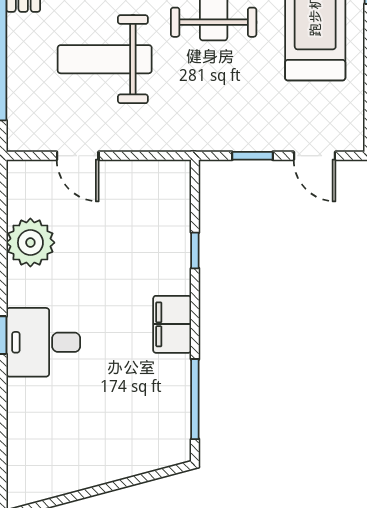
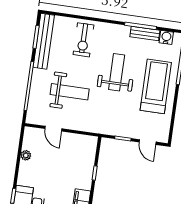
weight bench: (105, 59) -> (70, 92), turned 180
plant: (30, 243) -> (26, 155), width x0.53, depth x0.53

